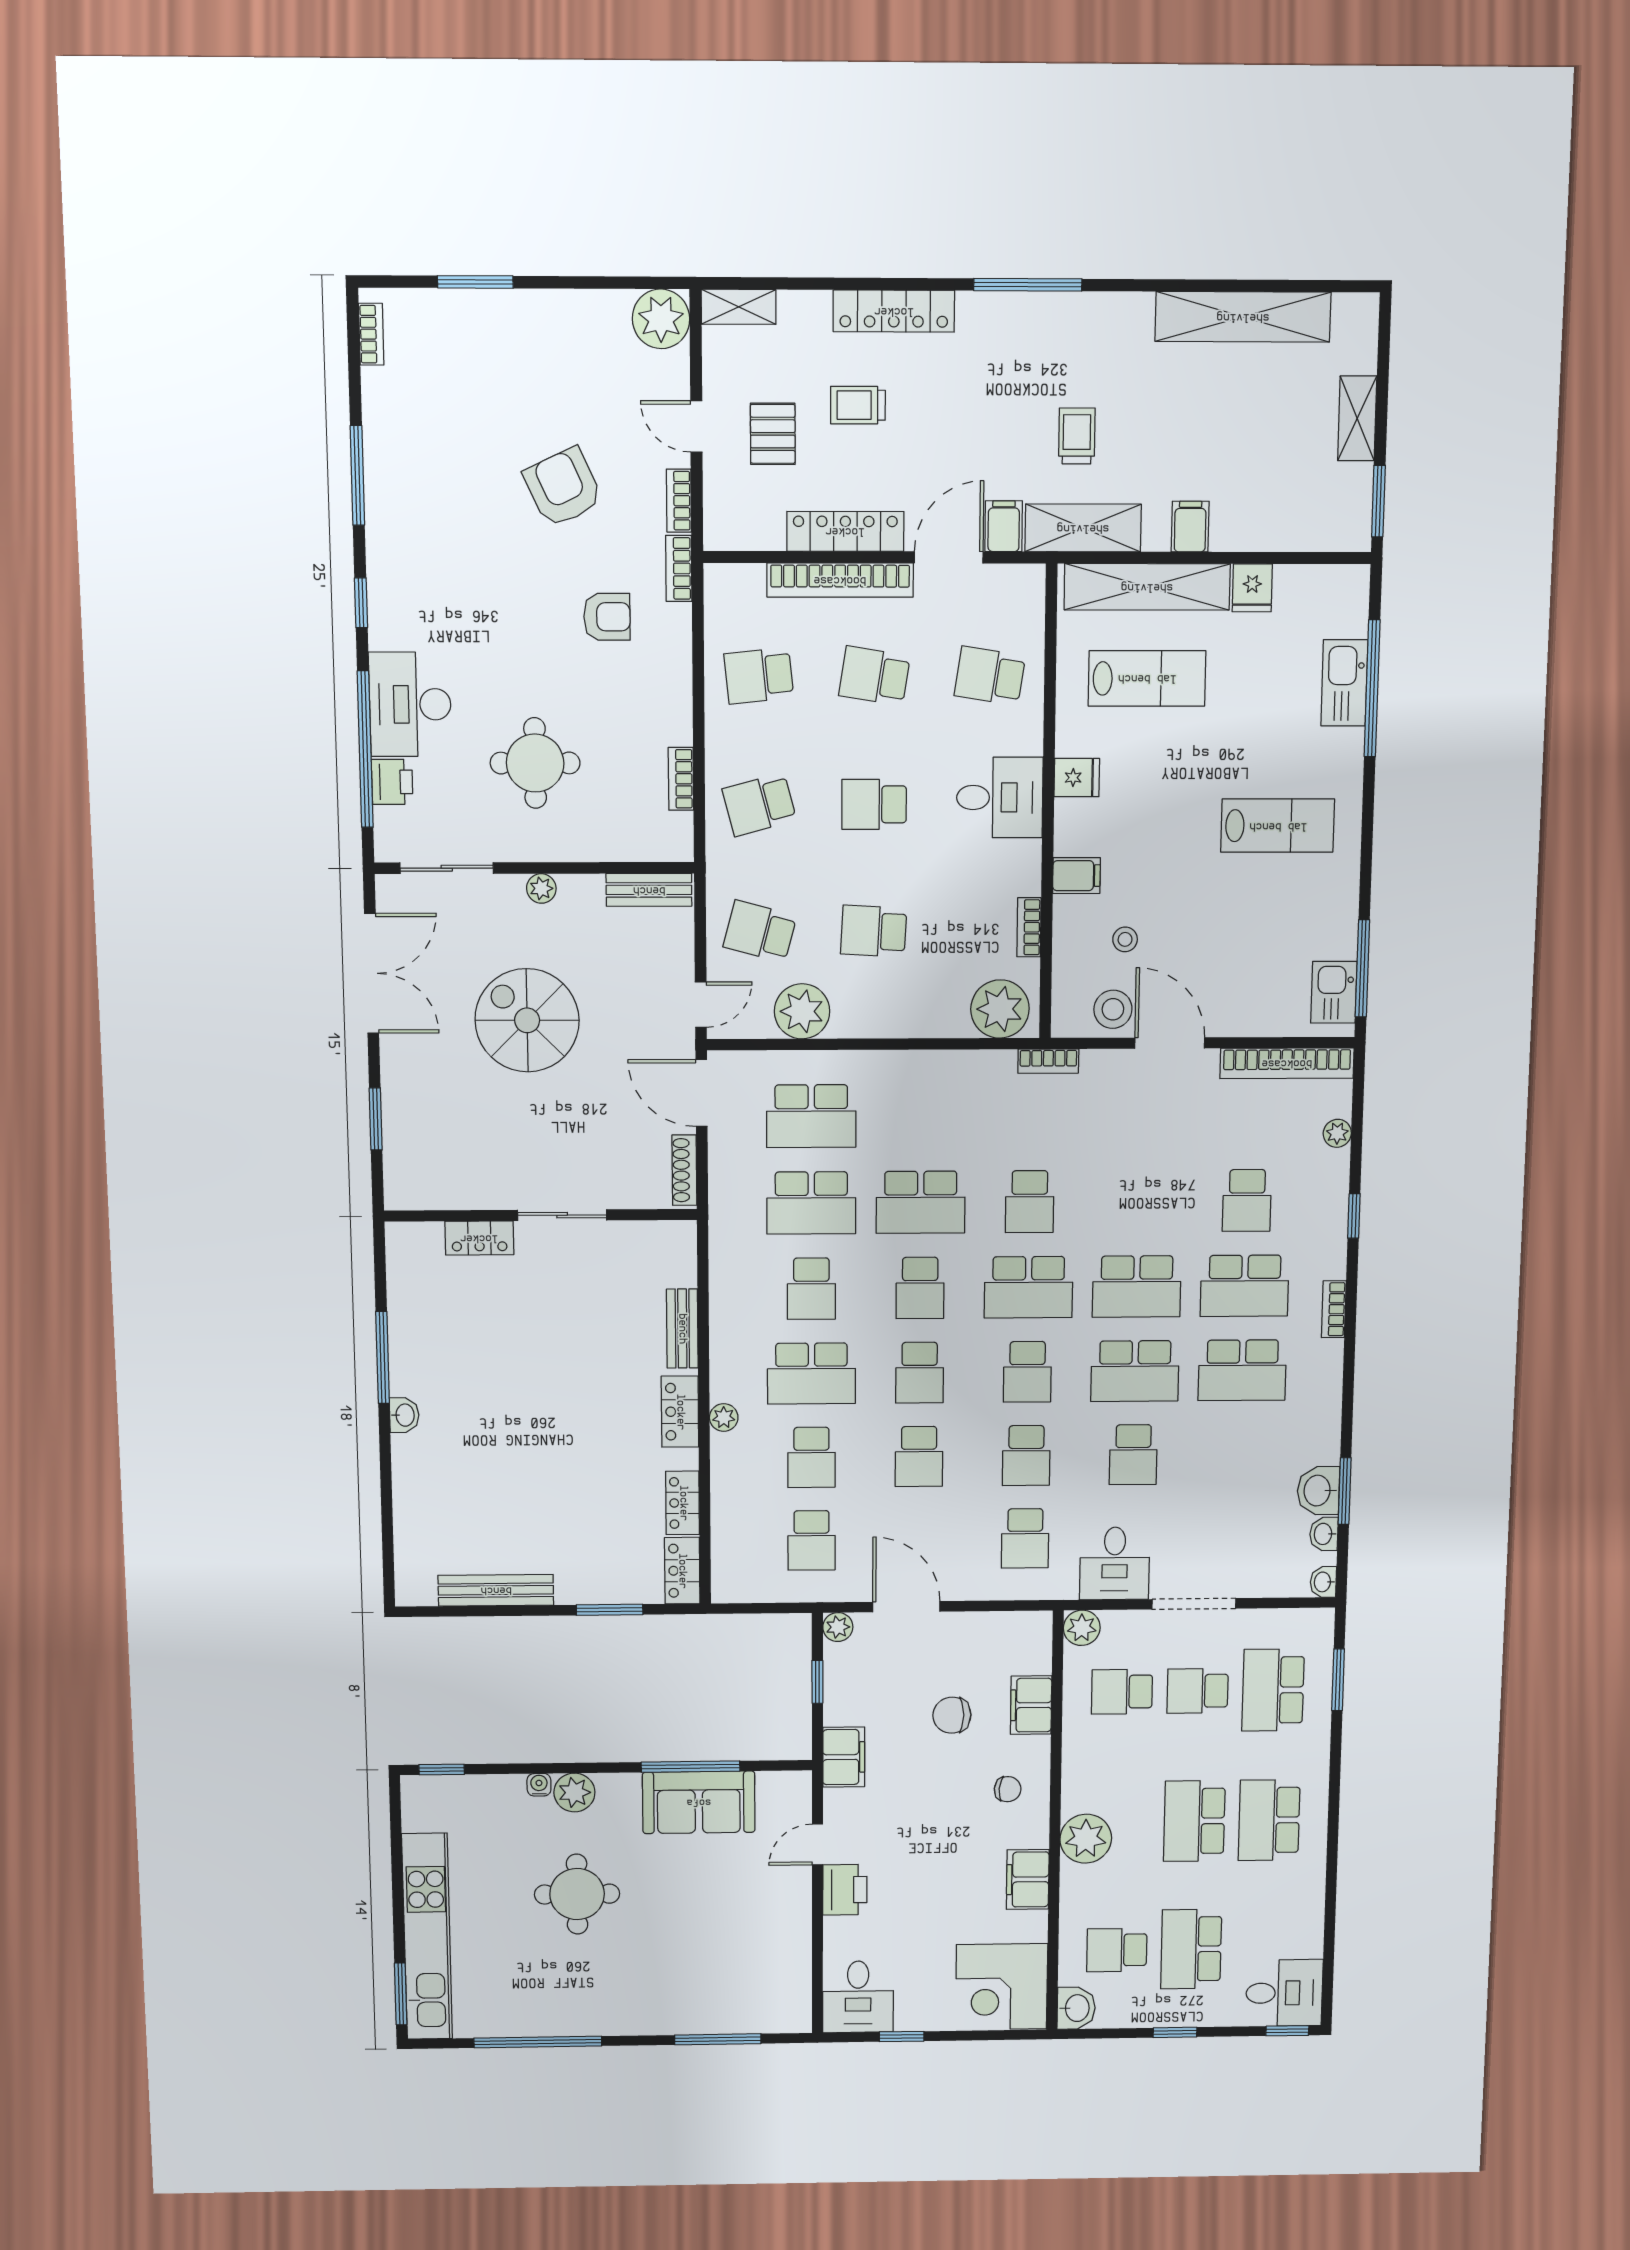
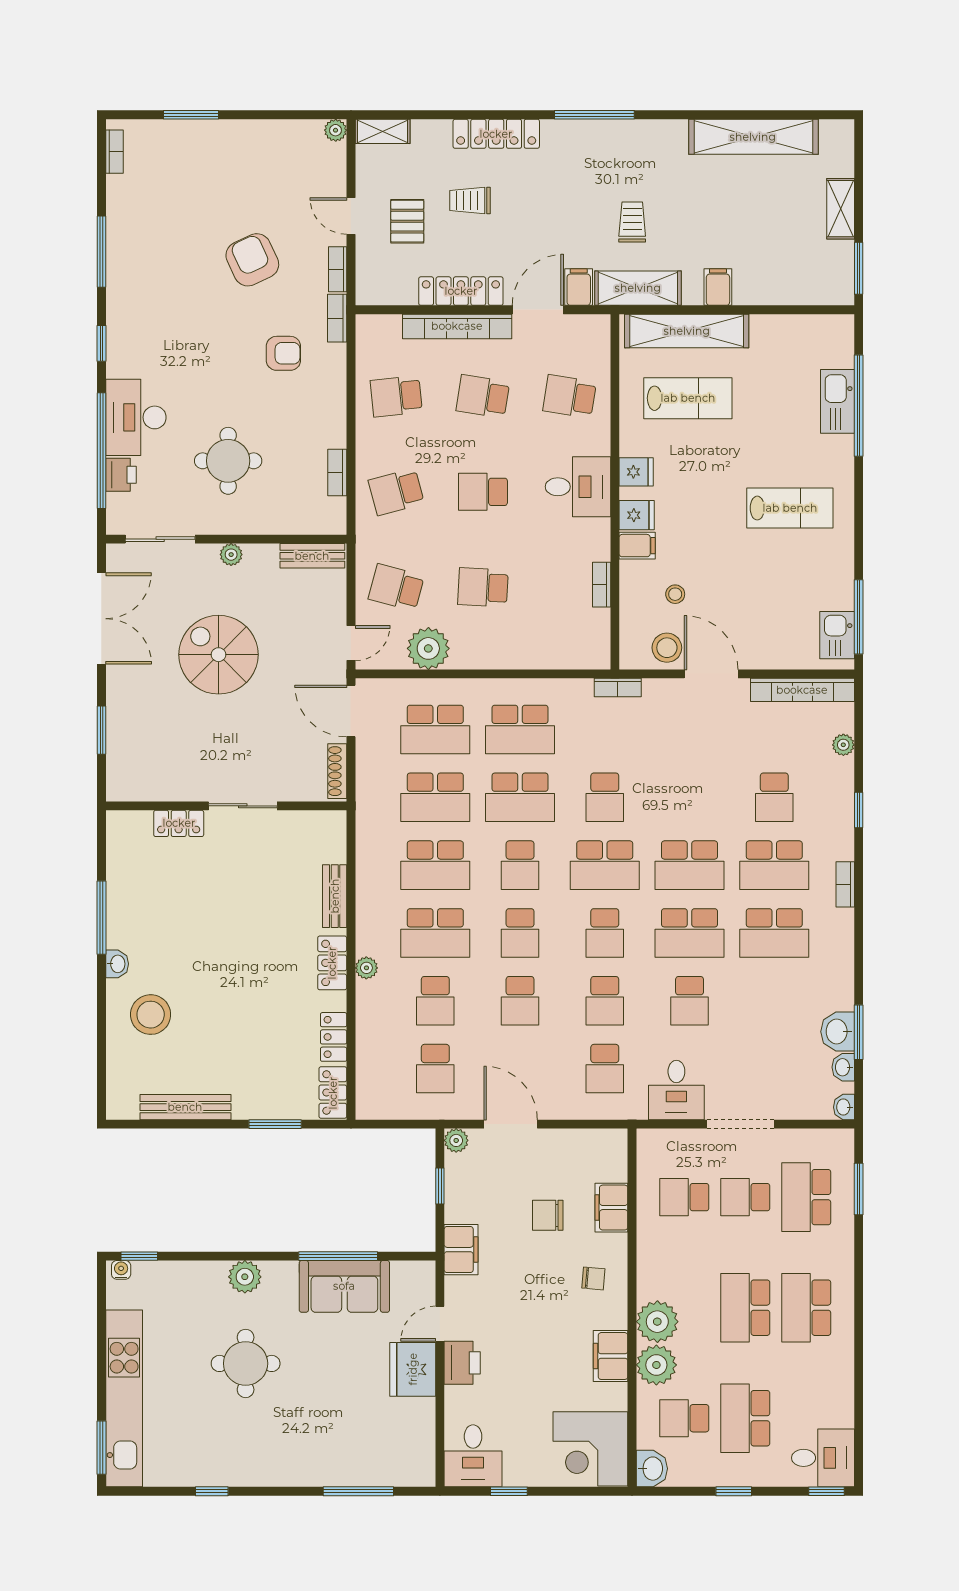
plant: (661, 319) -> (336, 130), width x0.53, depth x0.53
fridge: (1252, 588) -> (637, 515), moved, turned -90
plant: (1000, 1009) -> (580, 647), removed
school desk: (921, 1116) -> (520, 729), added
school desk: (811, 1289) -> (435, 865), width x1.85
stool: (449, 1477) -> (151, 1015), added
plant: (1082, 1628) -> (656, 1365), moved, width x1.36, depth x1.36
water cooler: (539, 1785) -> (121, 1270), moved
fridge: (784, 1898) -> (413, 1369), added
window: (538, 2042) -> (212, 1491), width x0.32

